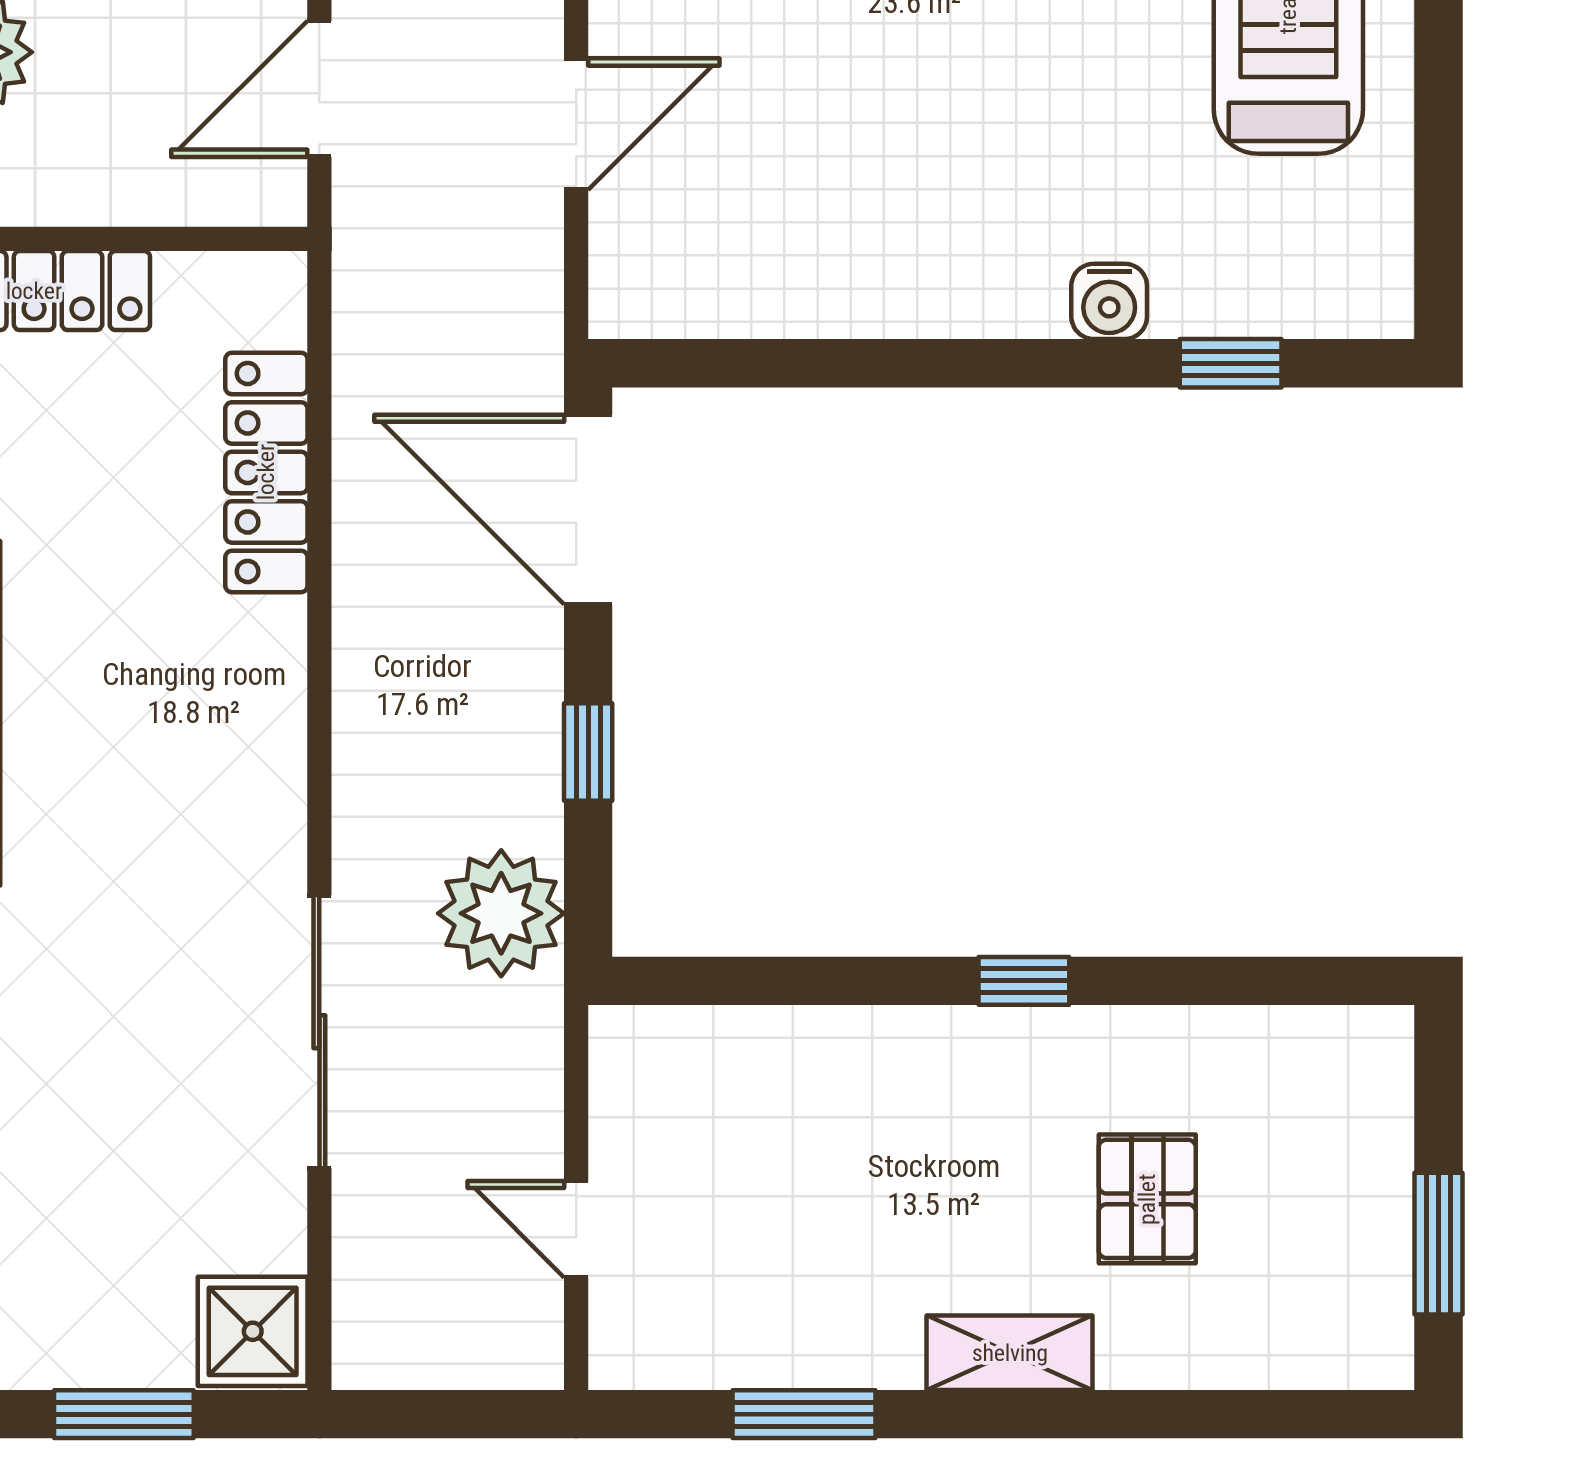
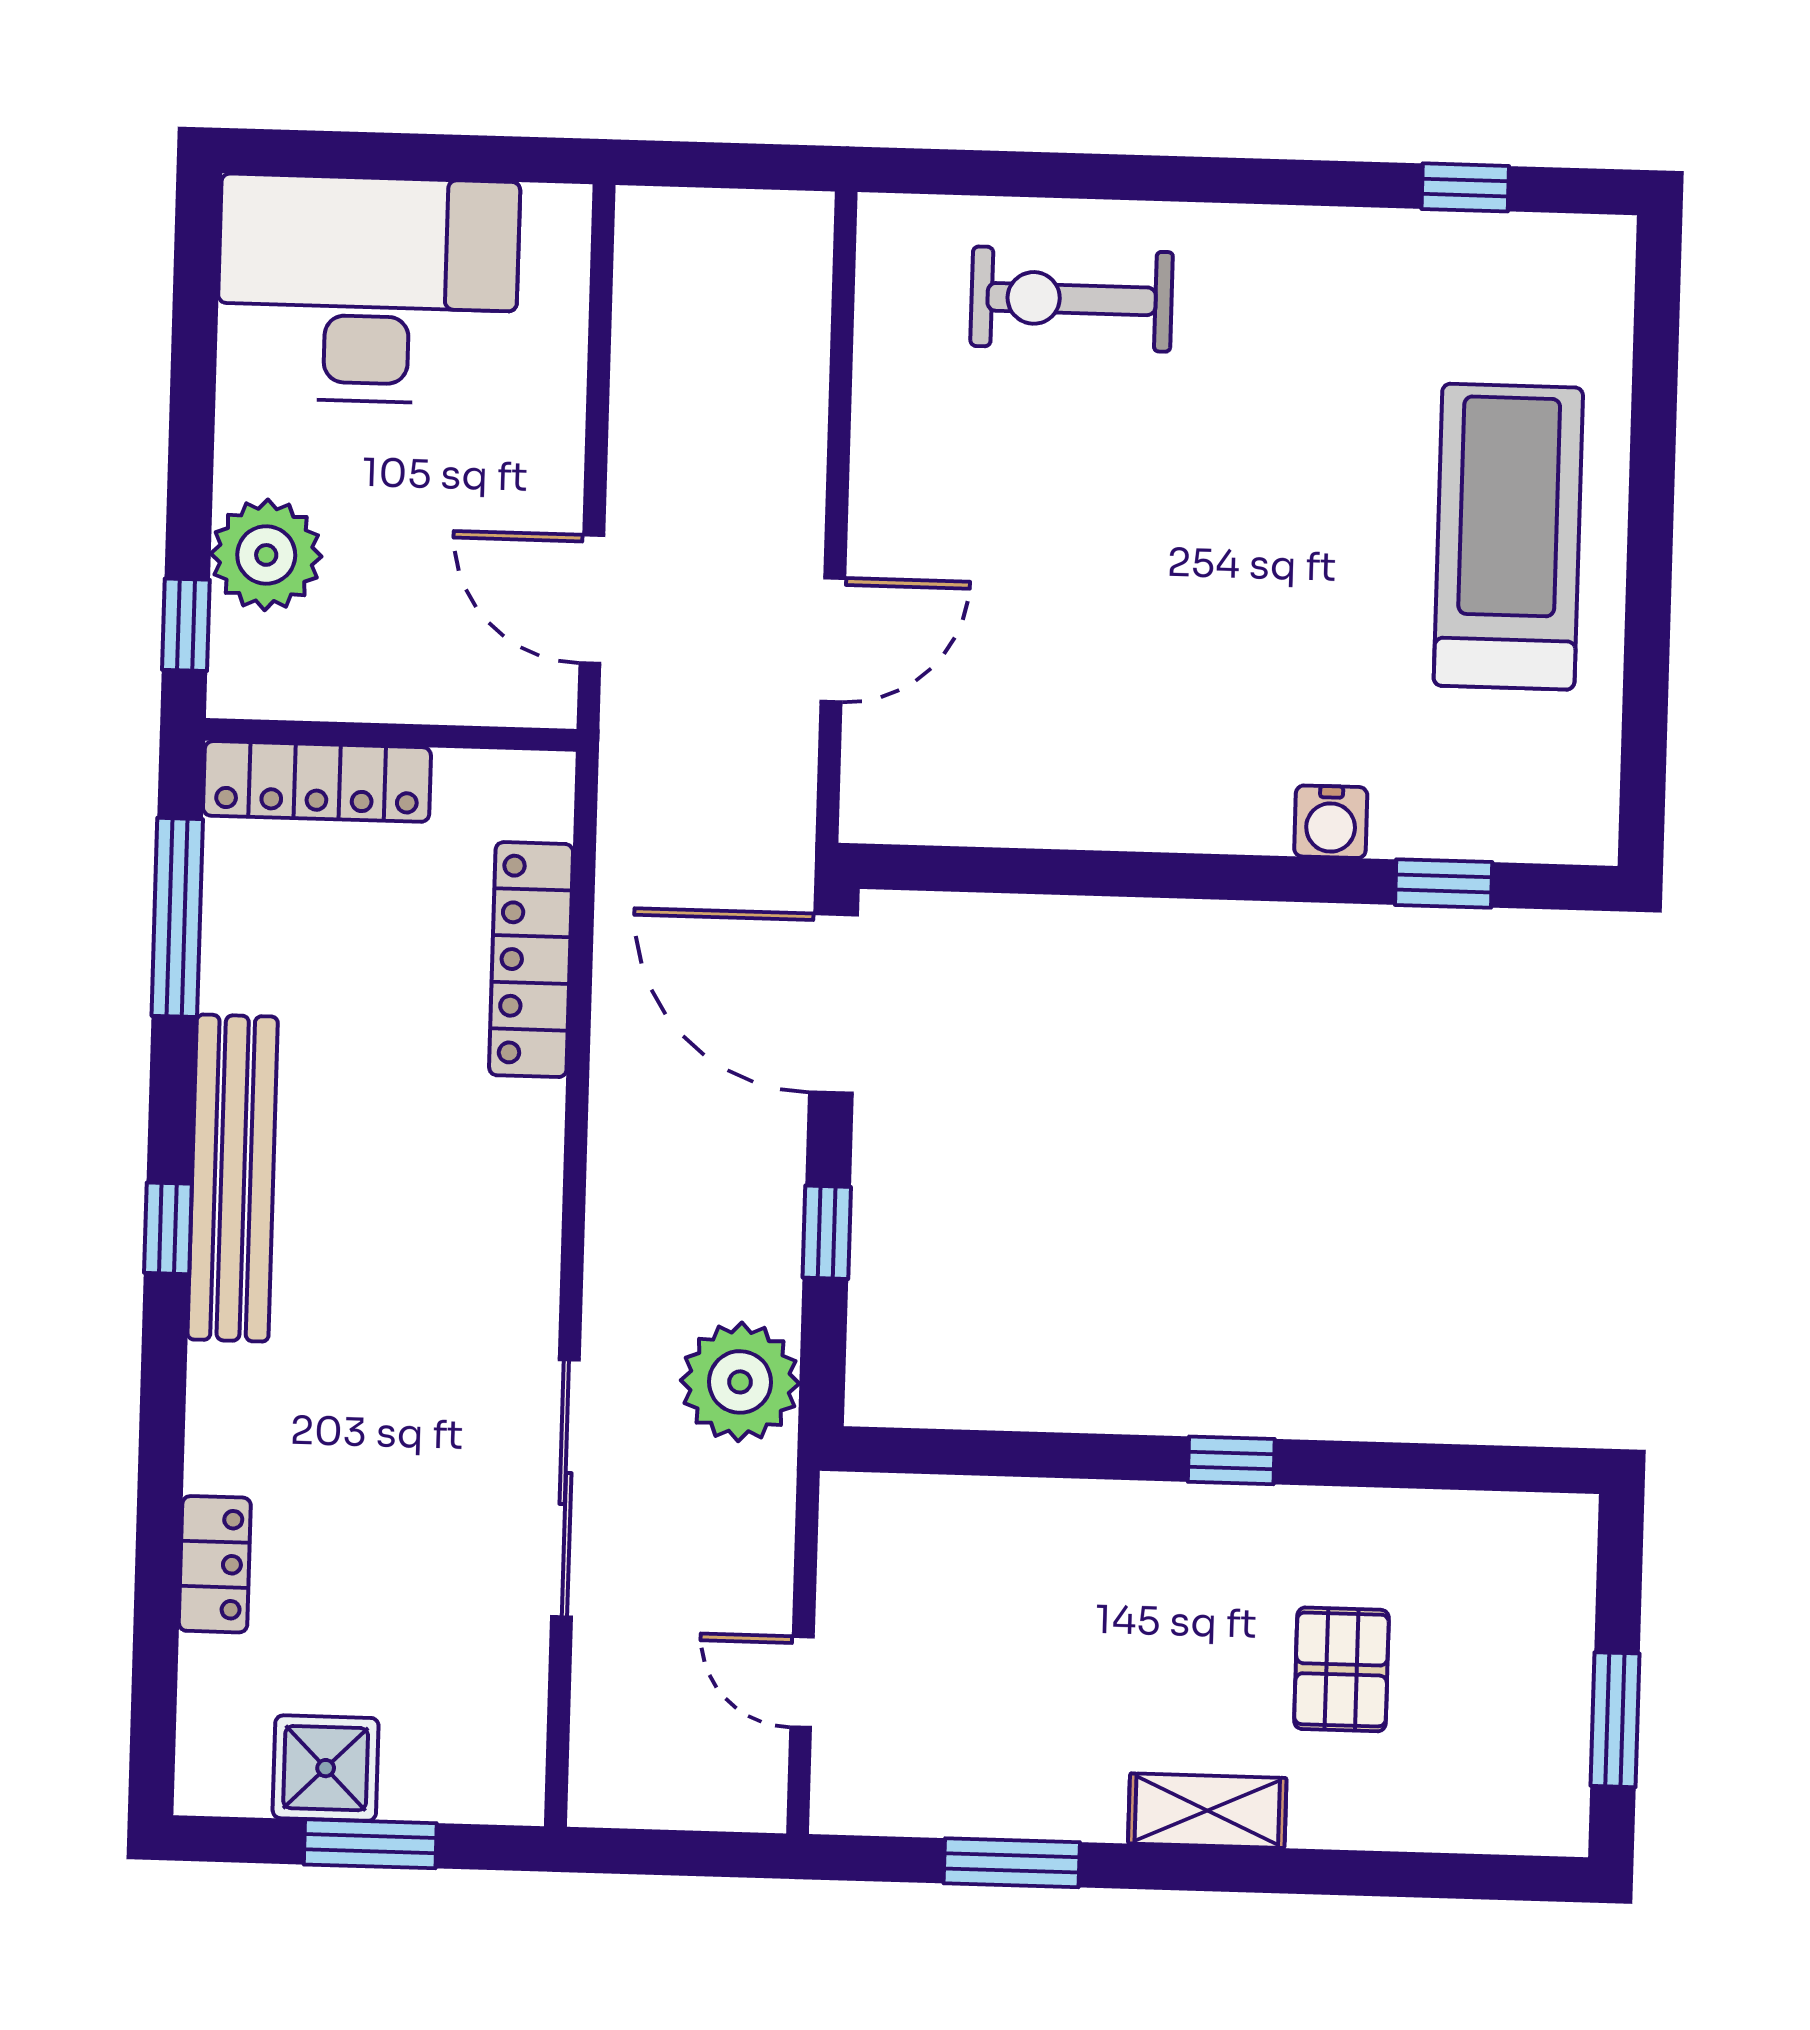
door: (319, 89) -> (592, 599), hinge flipped
shower: (253, 1331) -> (326, 1768), moved

